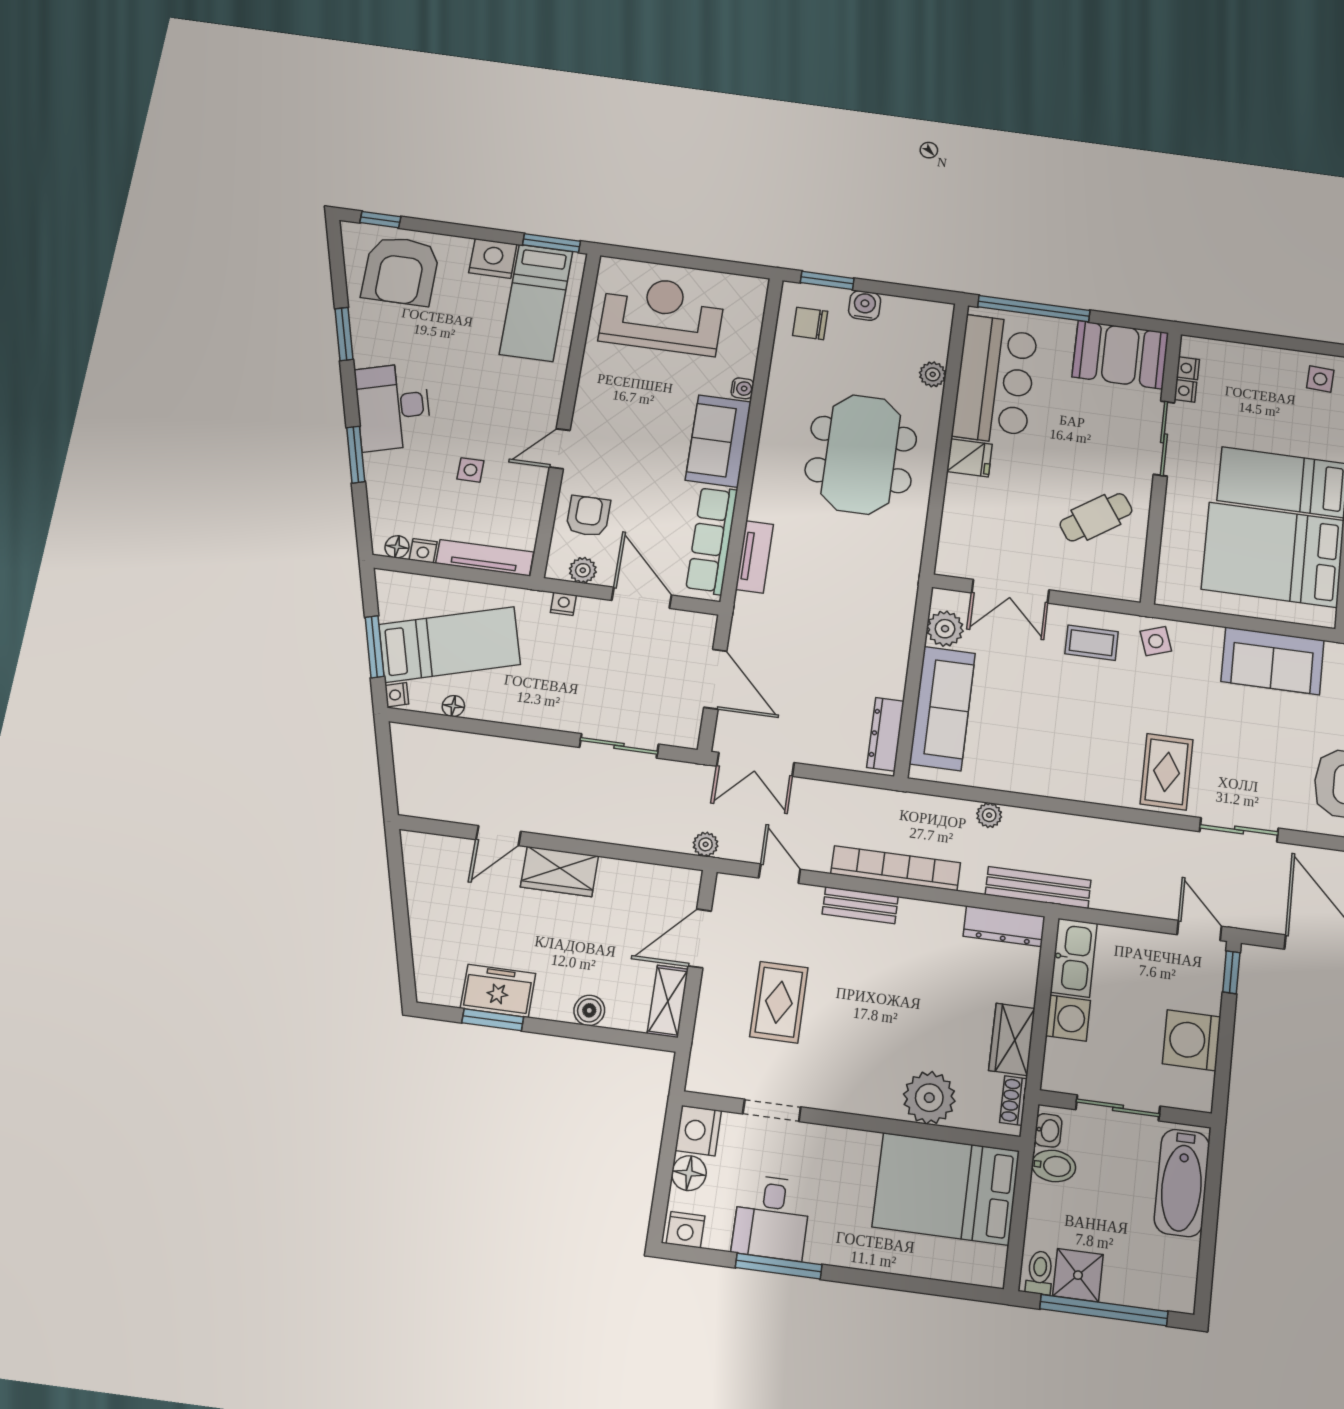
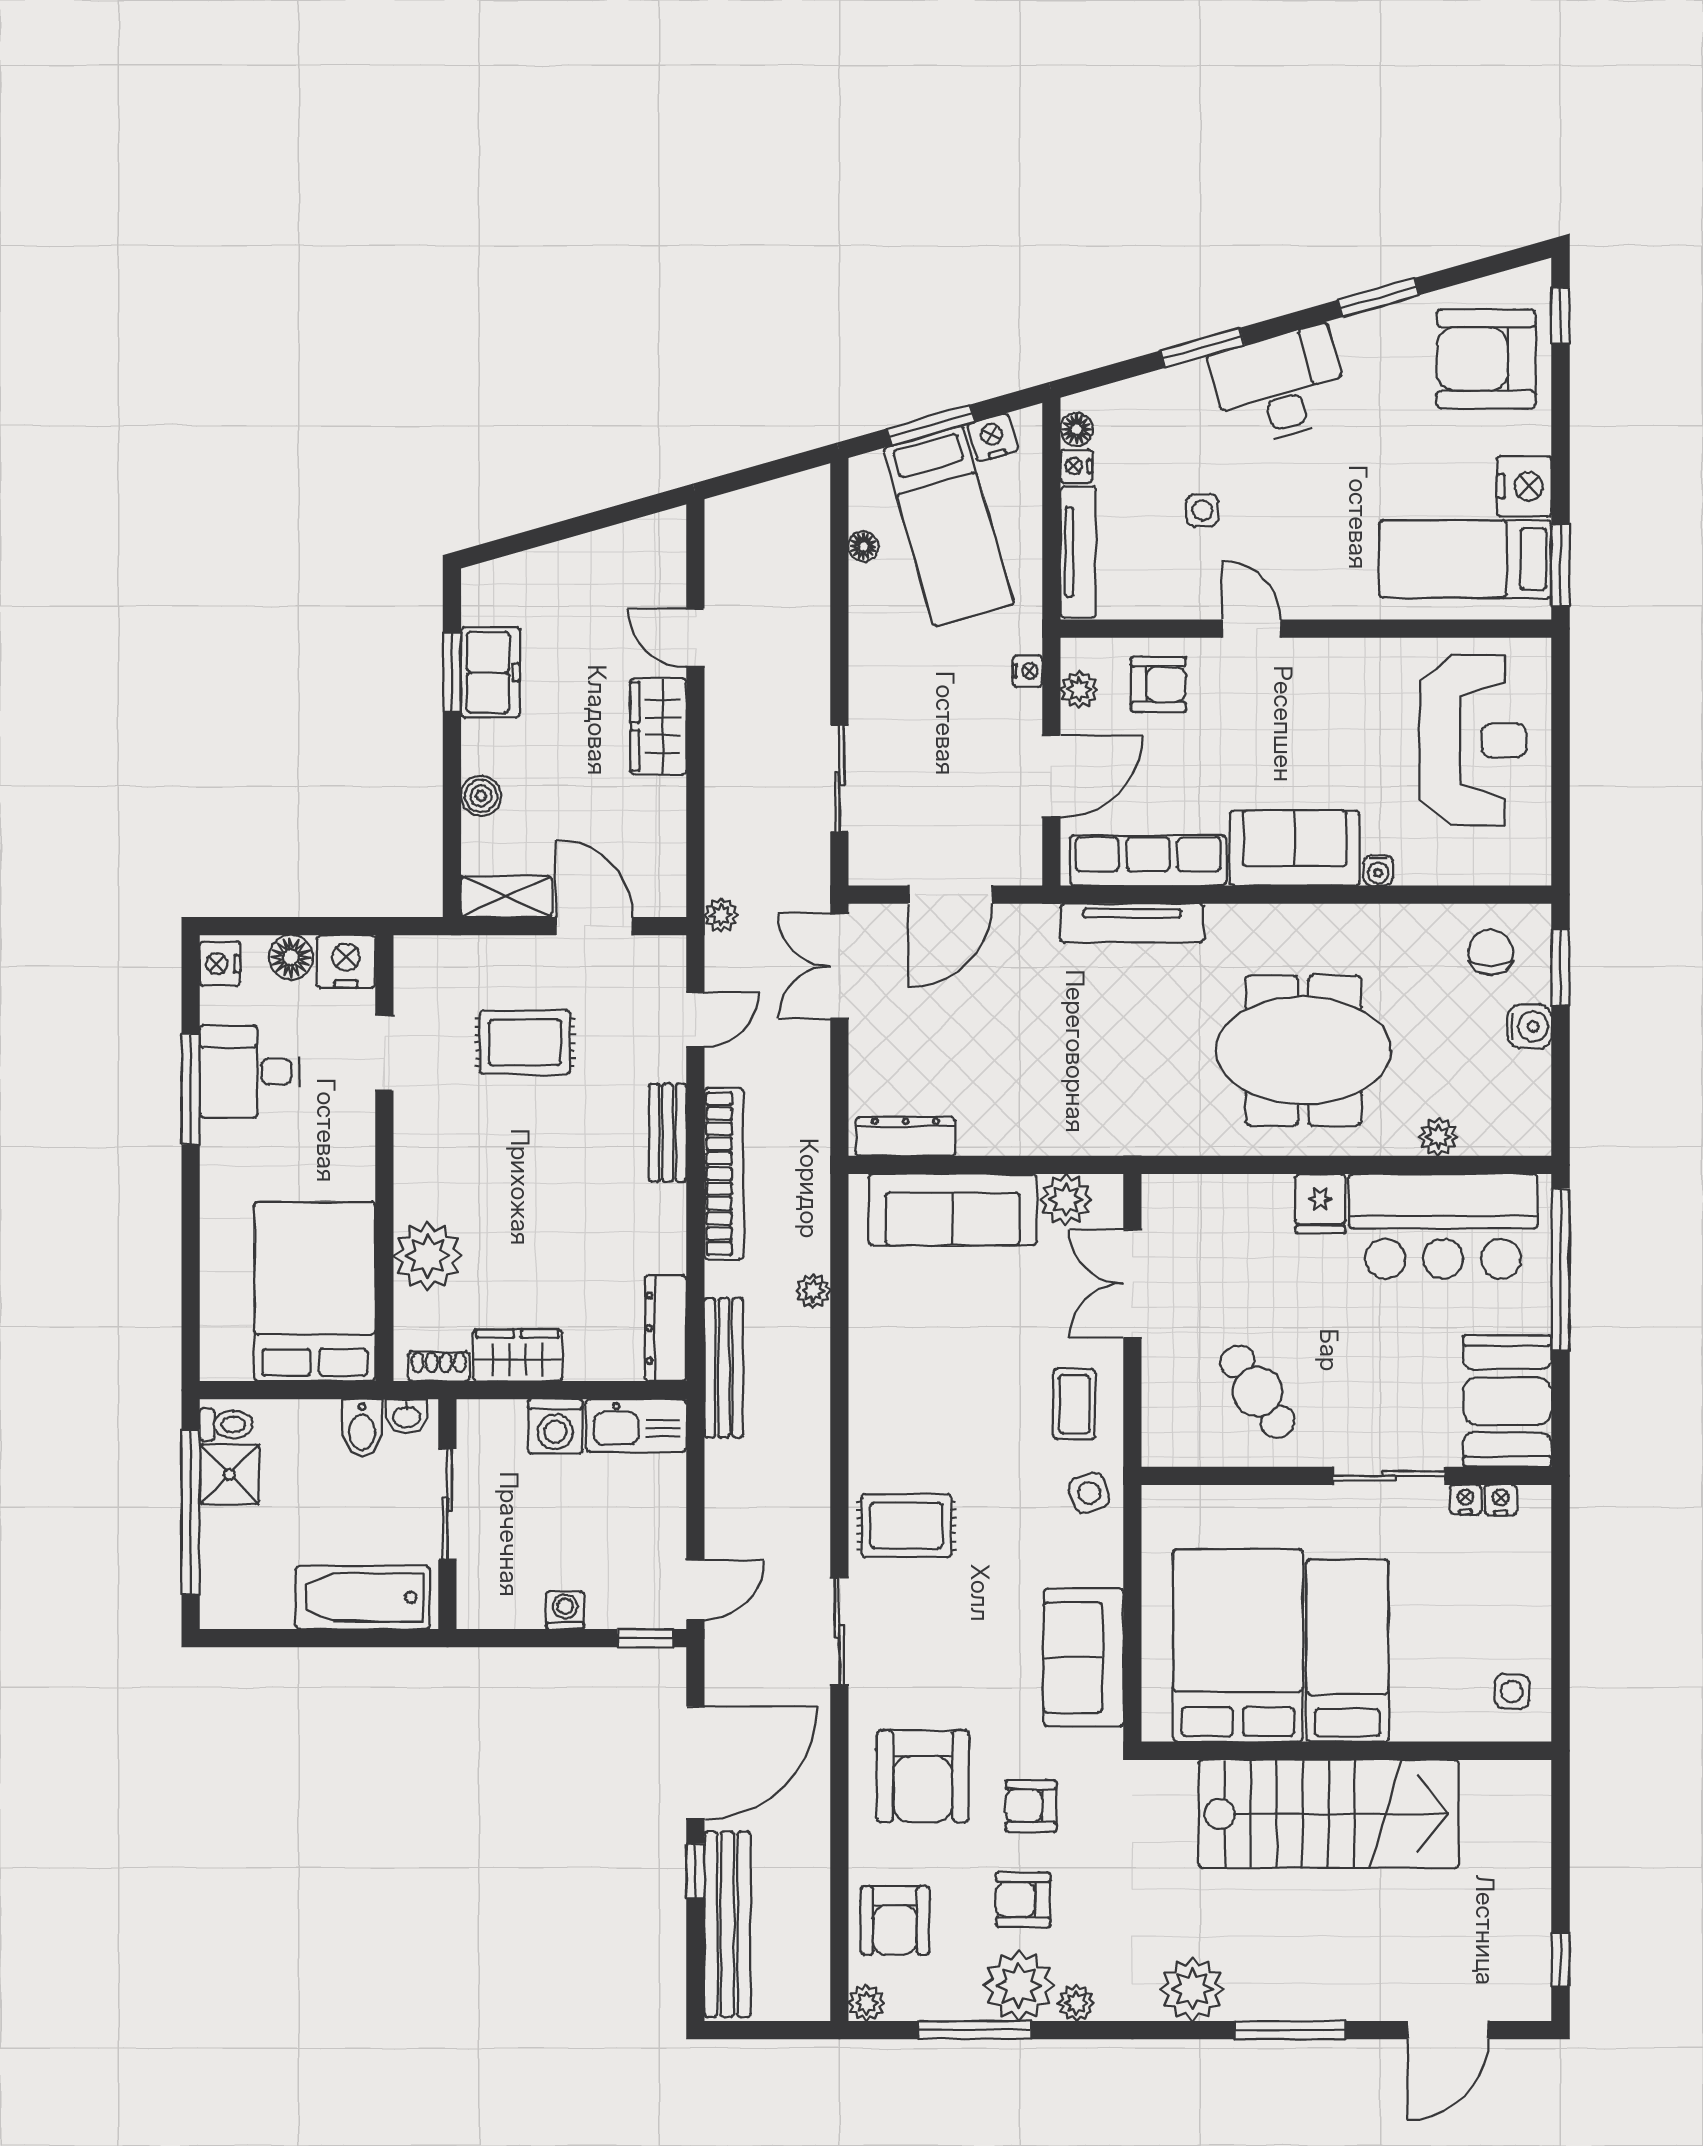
tv unit: (754, 557) -> (1132, 923), width x1.41
nightstand: (397, 695) -> (993, 437), moved, width x1.39, depth x1.35
washing machine: (1192, 1040) -> (565, 1610), width x0.53, depth x0.53

